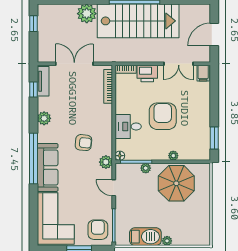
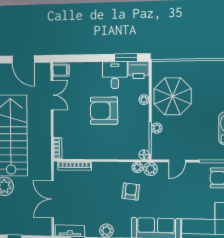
printer: (147, 73) -> (139, 70), moved, turned 90
desk: (128, 126) -> (115, 75), moved, turned 180
plant: (107, 149) -> (137, 167), added

